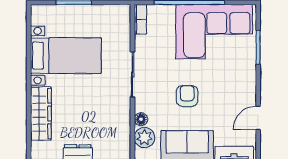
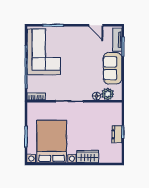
bed with nightstands: (66, 56) -> (52, 142), width x1.36
armchair: (187, 96) -> (82, 68), removed
wardrobe: (41, 114) -> (88, 157), width x0.67

